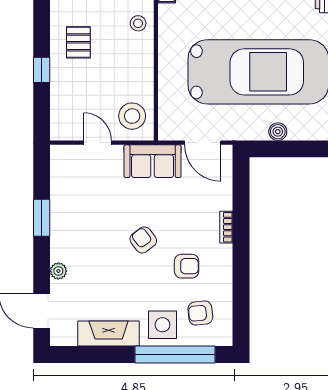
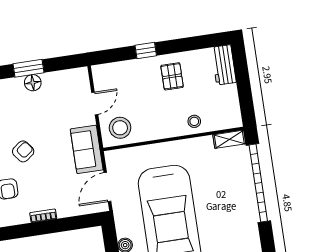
pallet: (78, 42) -> (172, 76), turned 90
floor lamp: (60, 215) -> (33, 83), added

